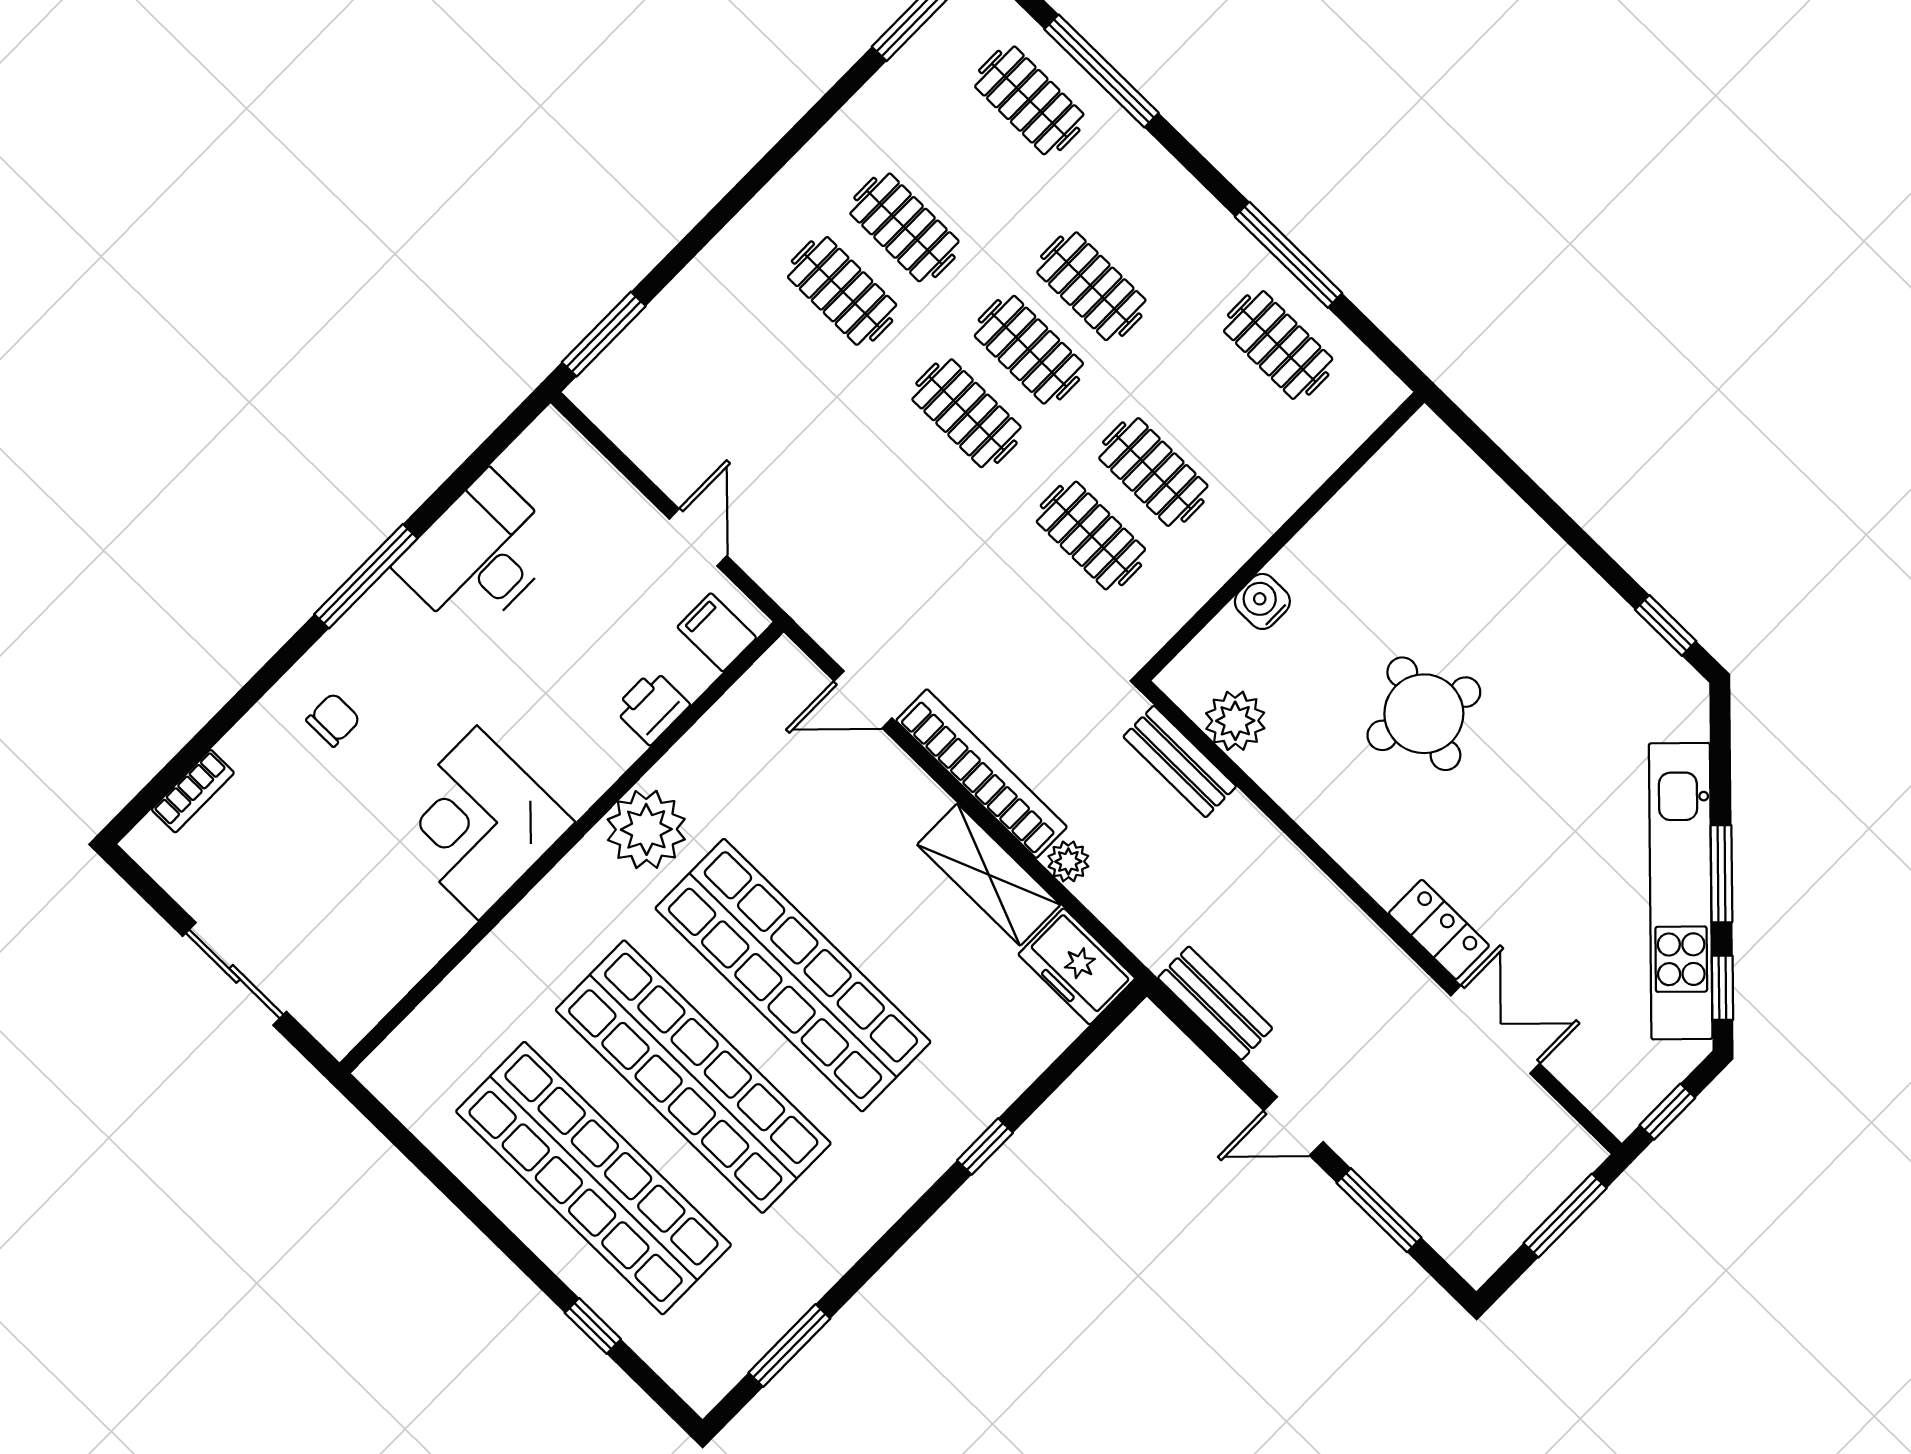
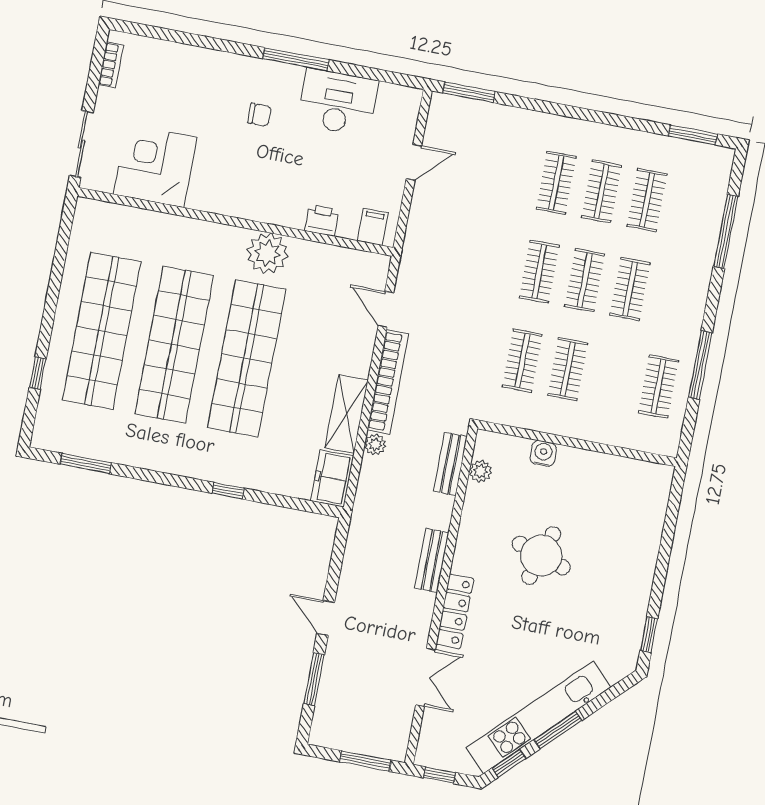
clothes rail: (1029, 100) -> (647, 200), moved
door: (698, 537) -> (414, 162), moved
chair: (333, 720) -> (259, 115), moved
plant: (1235, 721) -> (480, 471), width x0.73, depth x0.73
bookcase: (193, 791) -> (111, 65), moved, turned -90
corner desk: (478, 823) -> (155, 166), moved
locker: (1439, 929) -> (455, 611), width x1.53
sliding door: (235, 974) -> (81, 144), moved
bench: (1215, 1003) -> (432, 561), moved

